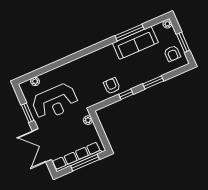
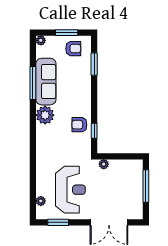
plant: (107, 54) -> (45, 115), added
window: (153, 82) -> (94, 64), moved
window: (126, 94) -> (94, 131), moved
window: (28, 113) -> (58, 222), moved
row of seats: (77, 157) -> (136, 192), removed

